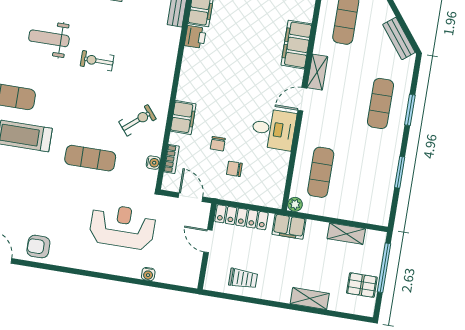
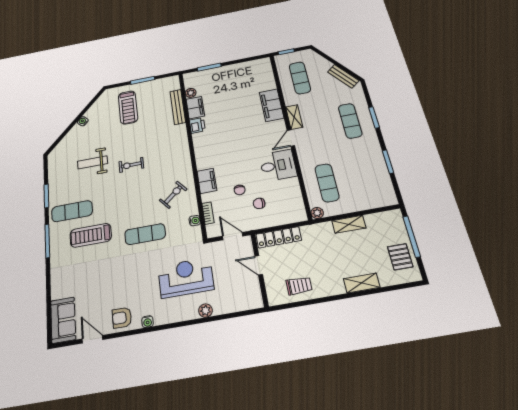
filing cabinet: (289, 227) -> (320, 231), removed
shelving: (346, 234) -> (349, 224), moved
plant: (133, 270) -> (205, 311), added
water cooler: (148, 274) -> (148, 322), moved
pallet: (362, 285) -> (400, 257), turned 90

